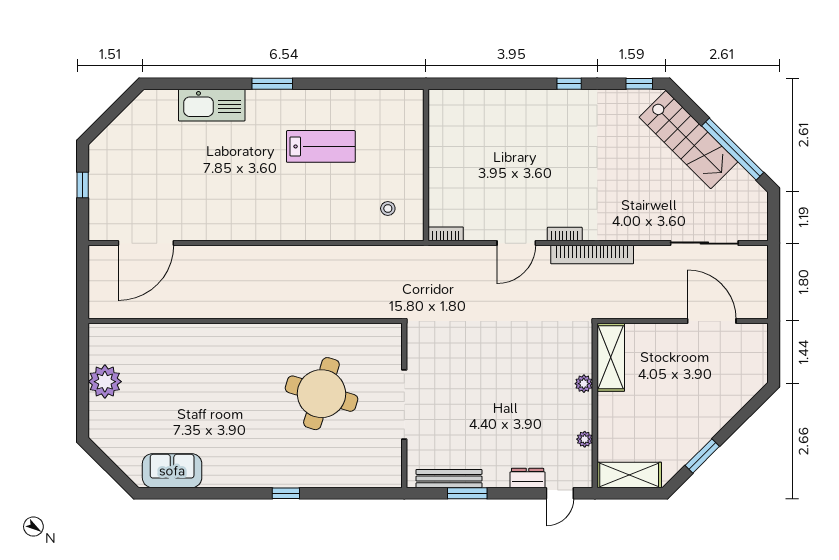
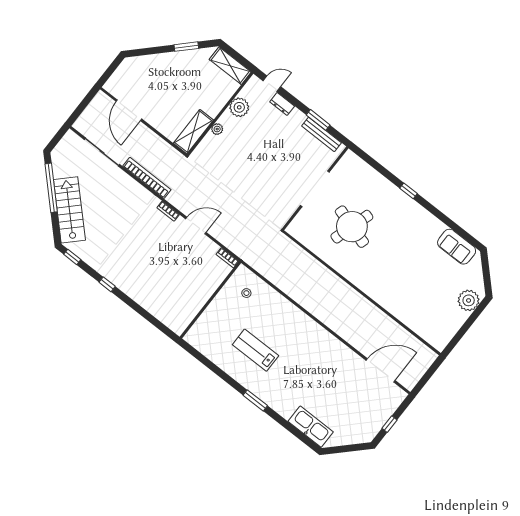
kitchen sink: (212, 105) -> (311, 427), moved
bookcase: (592, 255) -> (147, 178), moved
plant: (105, 382) -> (469, 300), moved
plant: (585, 439) -> (239, 107), width x1.88, depth x1.88

